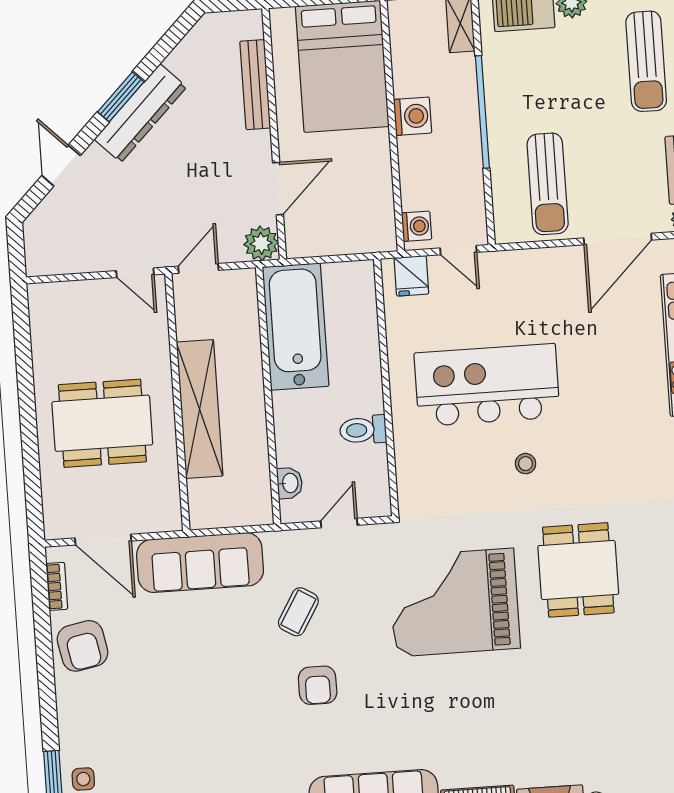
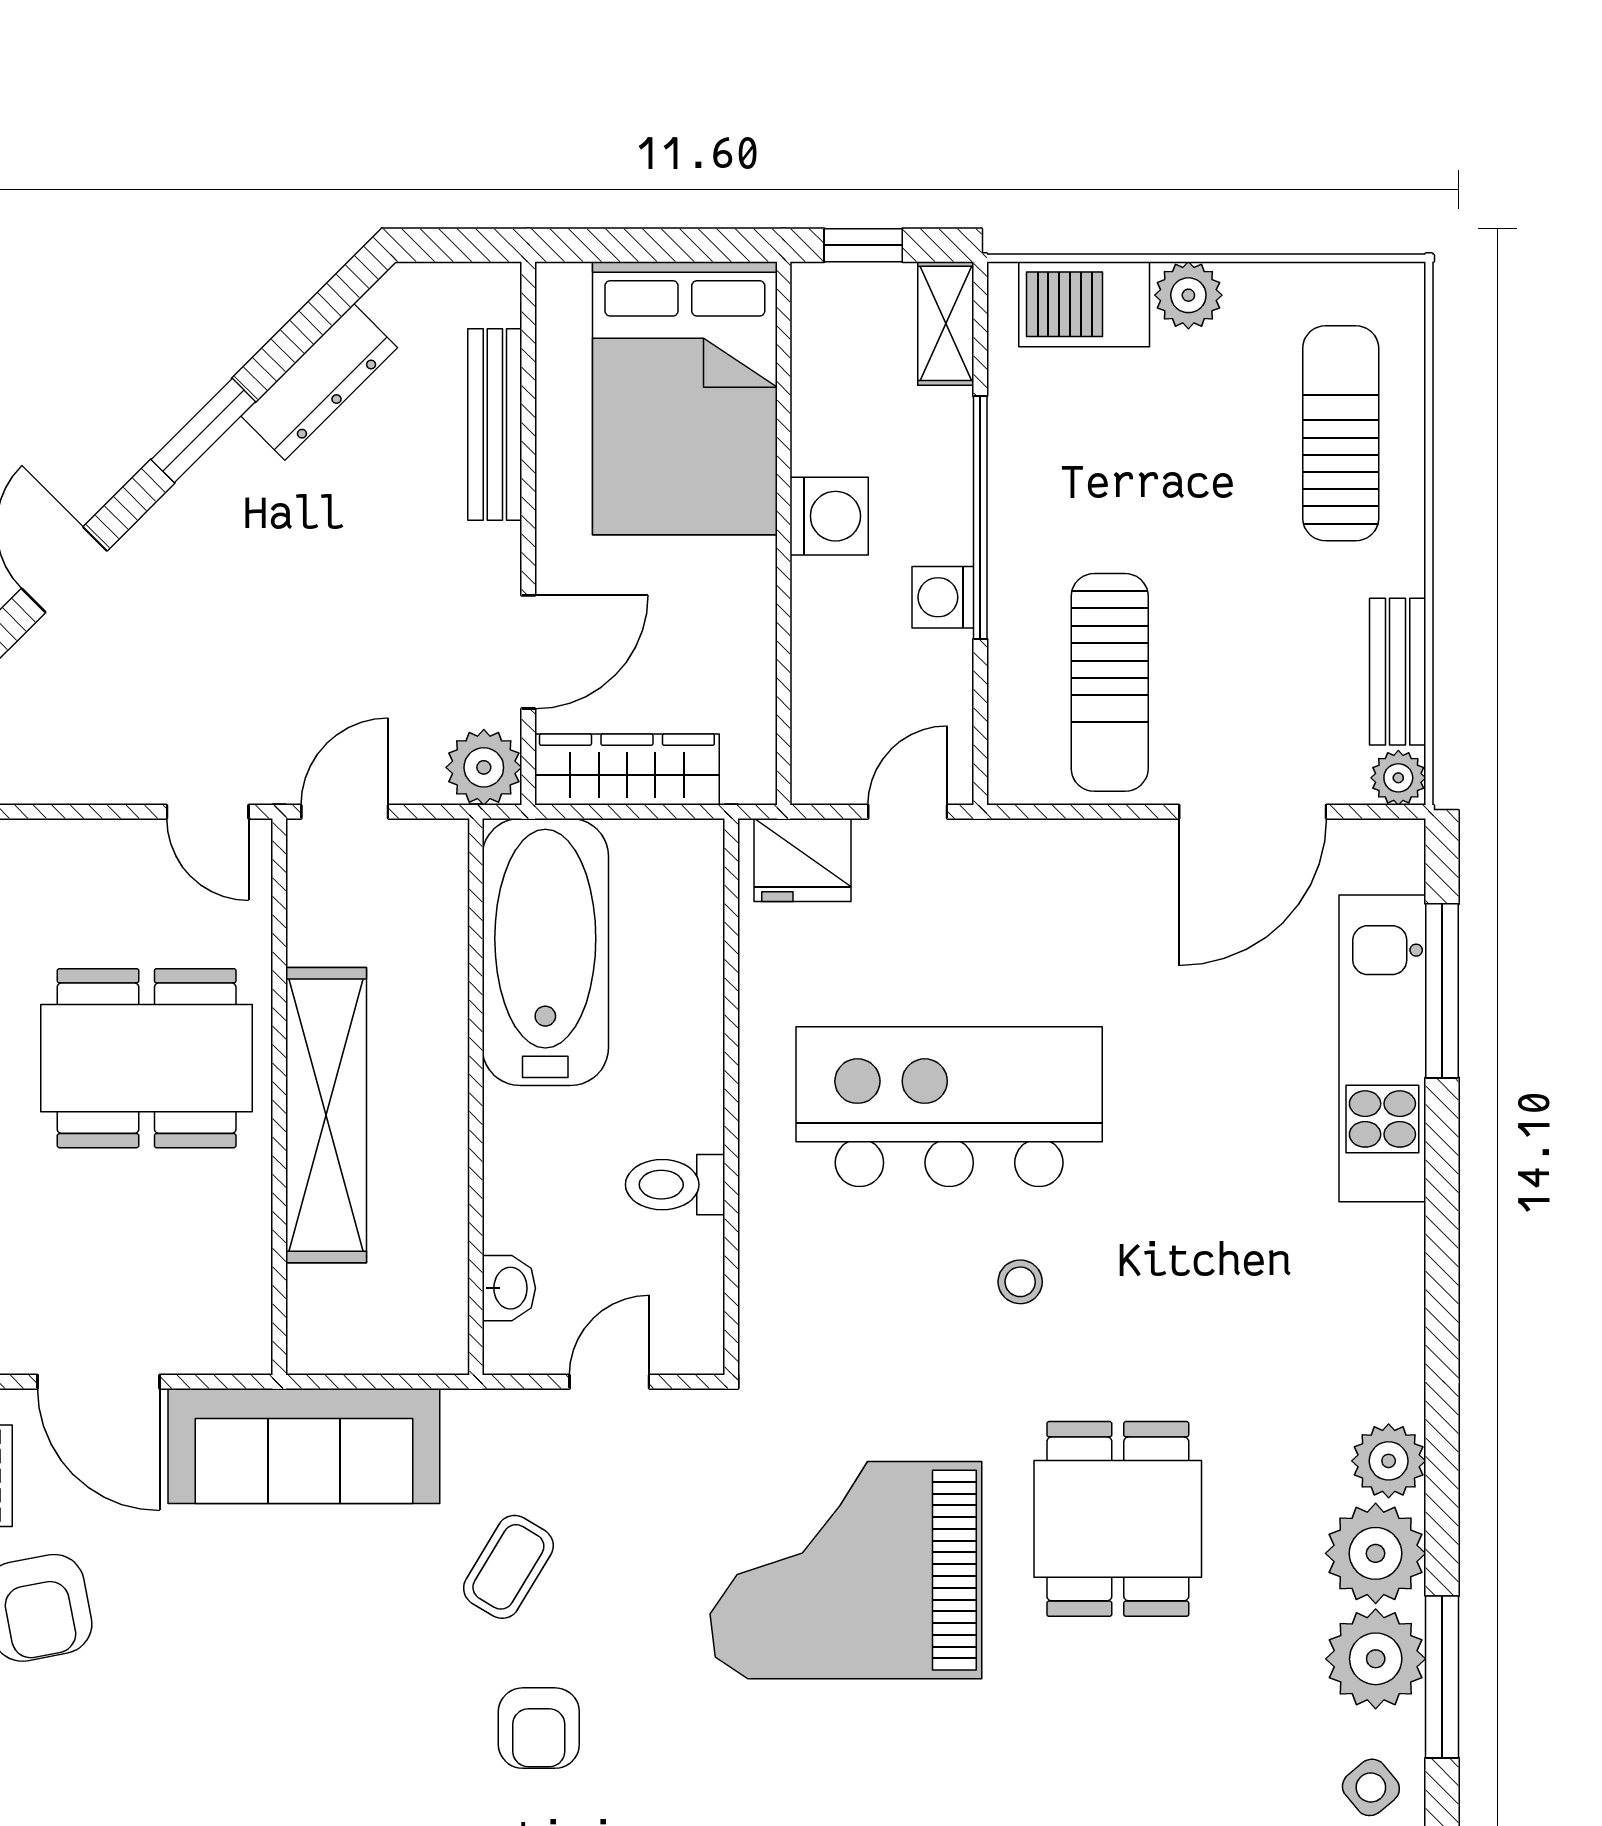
sun lounger: (646, 61) -> (1341, 433), turned 180
dresser: (140, 113) -> (319, 382), moved, width x0.73, depth x0.80
washing machine: (417, 226) -> (943, 597), moved, turned 180
wardrobe: (327, 240) -> (627, 770), added
door: (458, 250) -> (908, 812), swing flipped
fridge: (411, 276) -> (803, 860), width x1.38
dining table: (102, 423) -> (147, 1058), moved

